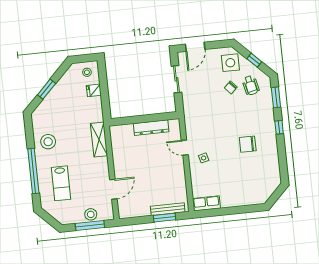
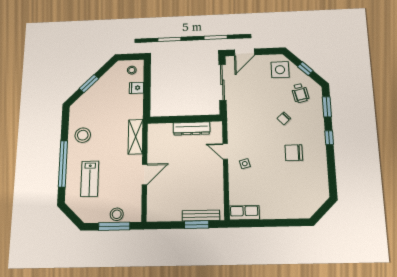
sliding door: (176, 79) -> (222, 82), width x1.37
chair: (231, 88) -> (284, 118), moved
door: (113, 189) -> (145, 174), moved

